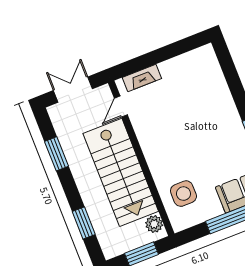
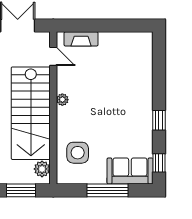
door: (121, 107) -> (53, 56), swing flipped
plant: (147, 146) -> (62, 100), added

